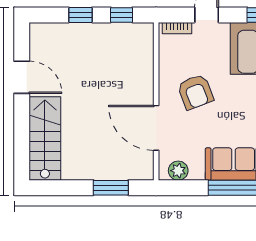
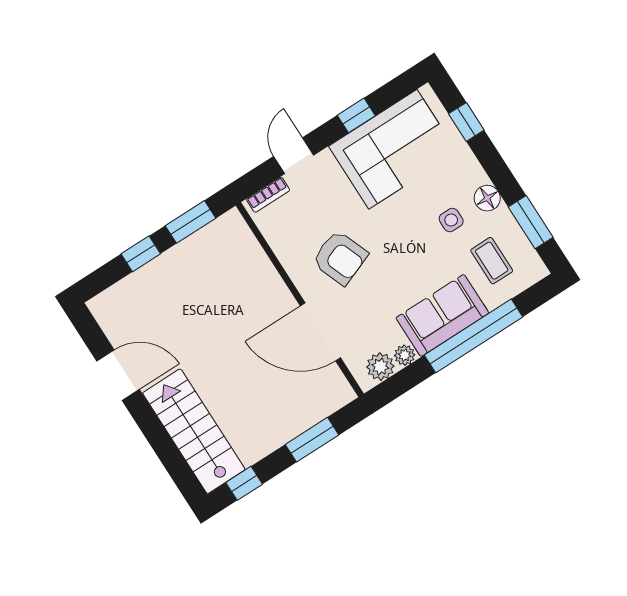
window: (121, 15) -> (190, 222), width x1.50
plant: (197, 173) -> (405, 355), added
window: (55, 188) -> (244, 483), added

